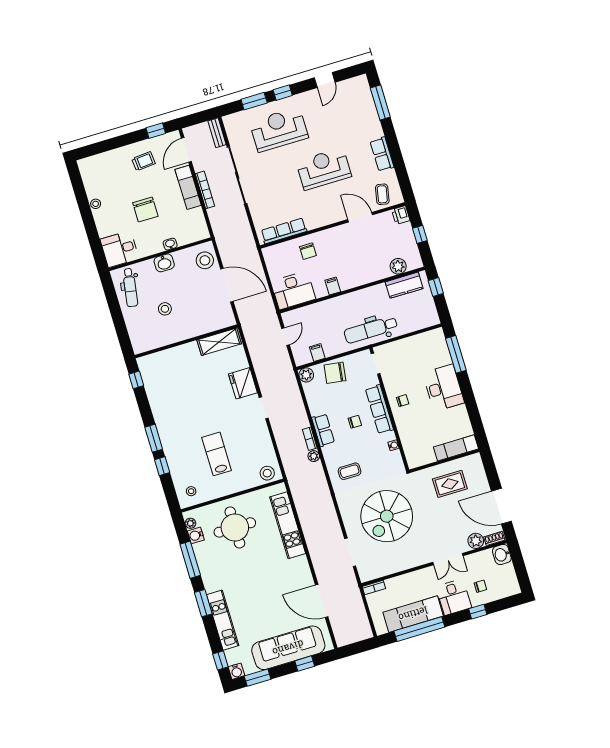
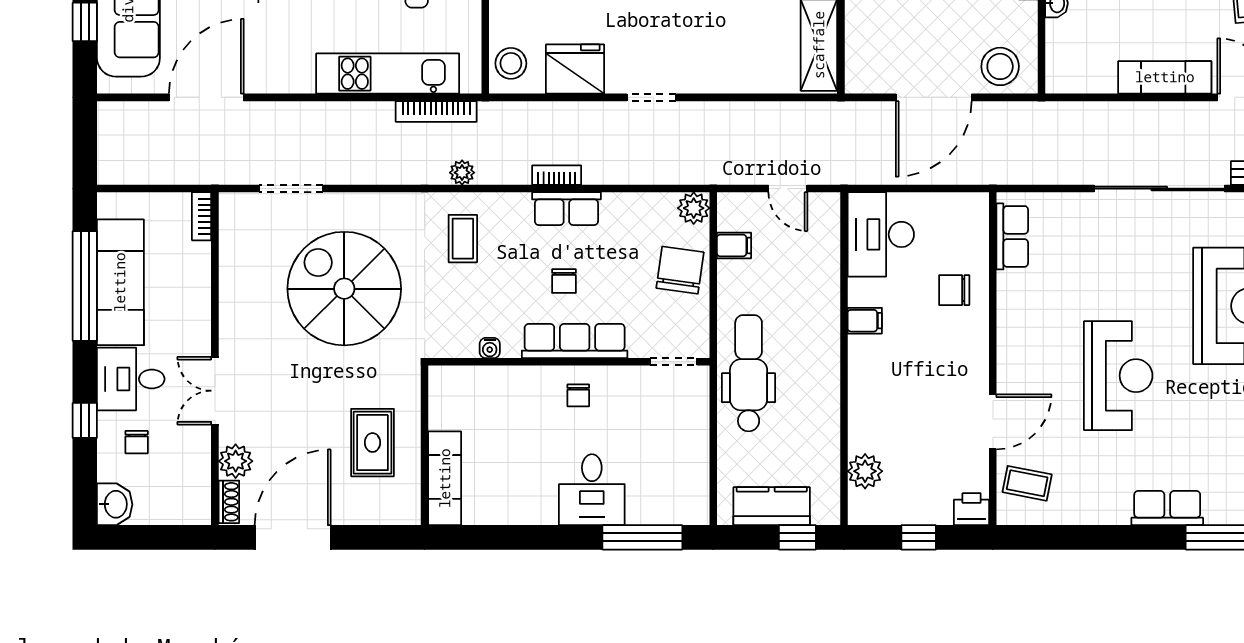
row of seats: (382, 154) -> (1167, 508), moved
bookcase: (205, 190) -> (436, 111), moved
row of seats: (284, 231) -> (1012, 236), width x0.68
kitchen counter: (404, 285) -> (772, 506), moved, turned 90
fridge: (243, 383) -> (575, 69), moved
desk: (443, 388) -> (592, 490), width x0.73
plant: (314, 456) -> (462, 173), moved
washbasin: (502, 554) -> (115, 504), moved, turned 90

